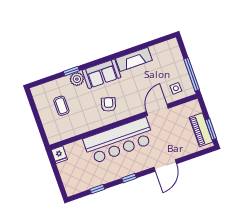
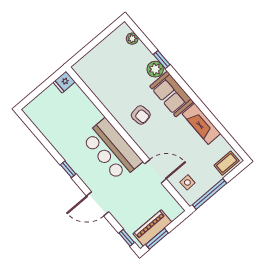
plant: (46, 88) -> (132, 39), added
armchair: (109, 104) -> (141, 115), turned 65
coffee table: (61, 106) -> (227, 163), moved
bar counter: (119, 141) -> (112, 150), width x0.73
window: (97, 189) -> (127, 238), moved

